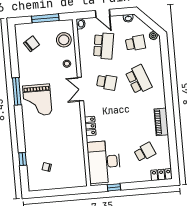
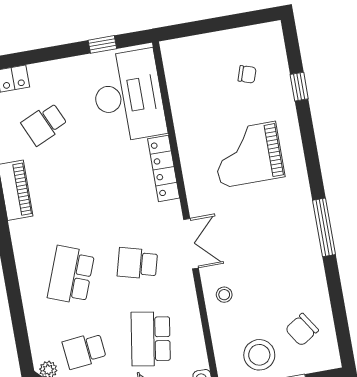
stool: (64, 40) -> (259, 355), moved
school desk: (139, 79) -> (71, 275), turned 42
grand piano: (37, 100) -> (248, 155), moved, turned -90
locker: (90, 126) -> (164, 168), width x1.53

